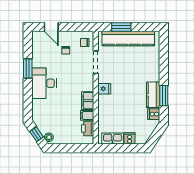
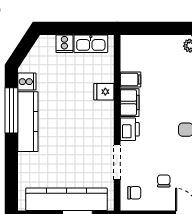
fridge: (104, 89) -> (104, 92), moved
kitchen counter: (153, 95) -> (28, 122), width x1.50
window: (164, 96) -> (11, 110), width x1.44
printer: (88, 129) -> (130, 129), moved

